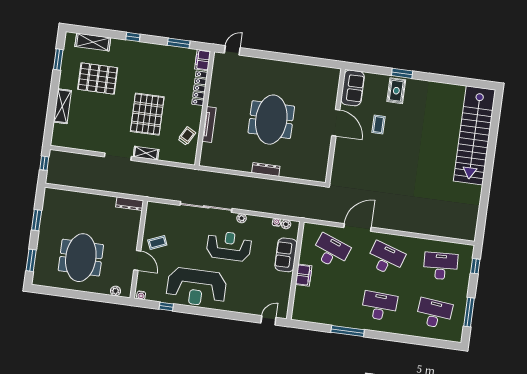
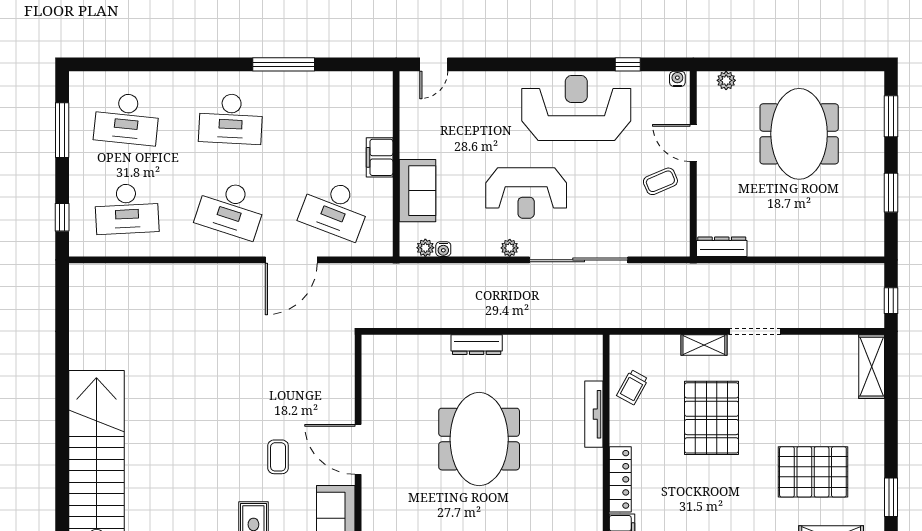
shelving: (62, 106) -> (872, 367), moved

